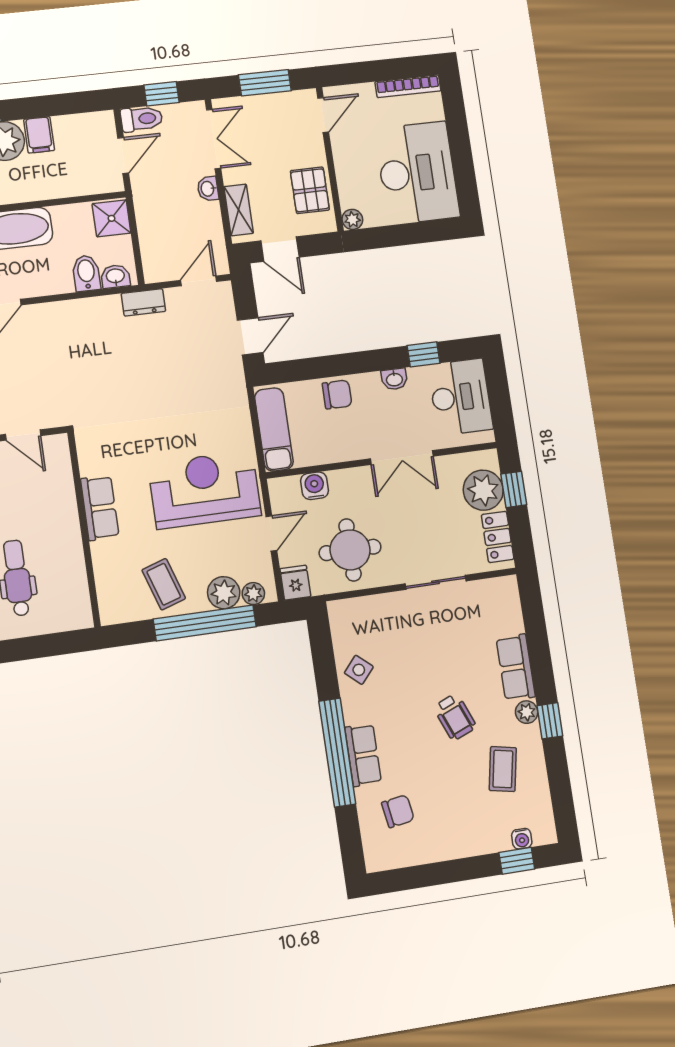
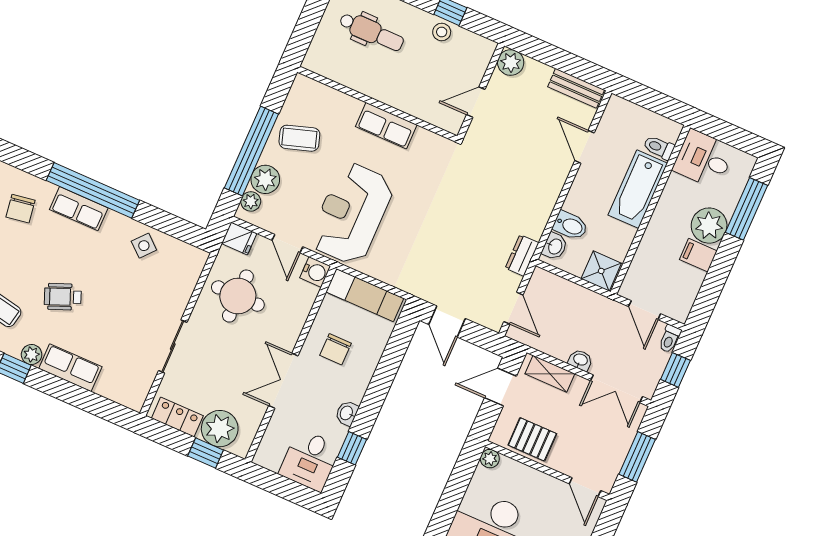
toilet: (142, 119) -> (670, 339), width x0.73, depth x0.72
chair: (337, 394) -> (336, 349), moved
desk: (460, 397) -> (310, 460), width x0.73
water cooler: (315, 486) -> (315, 272), moved
reception desk: (205, 490) -> (352, 213), turned 180

